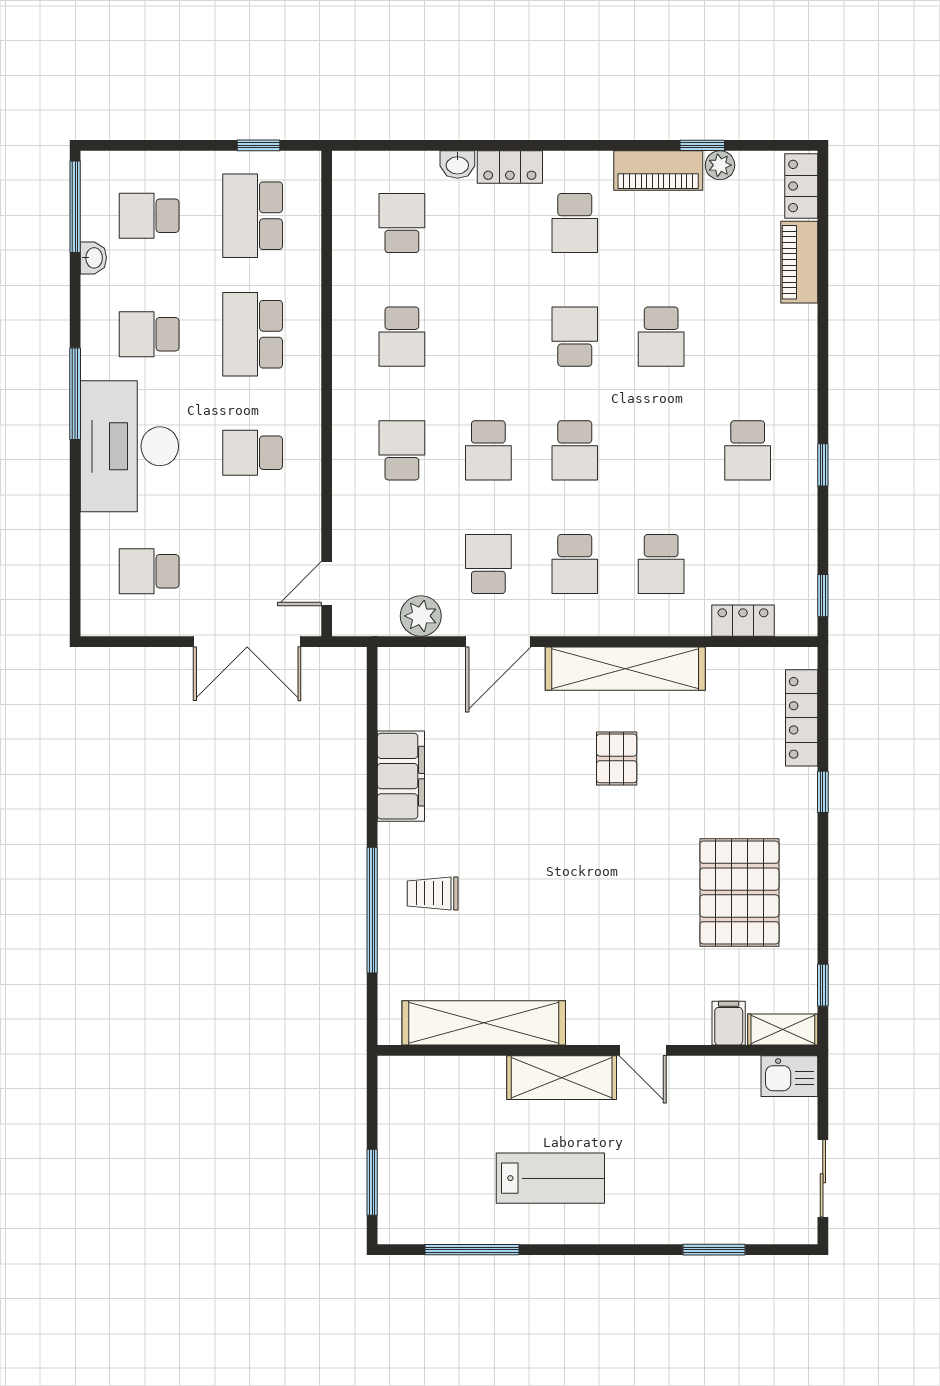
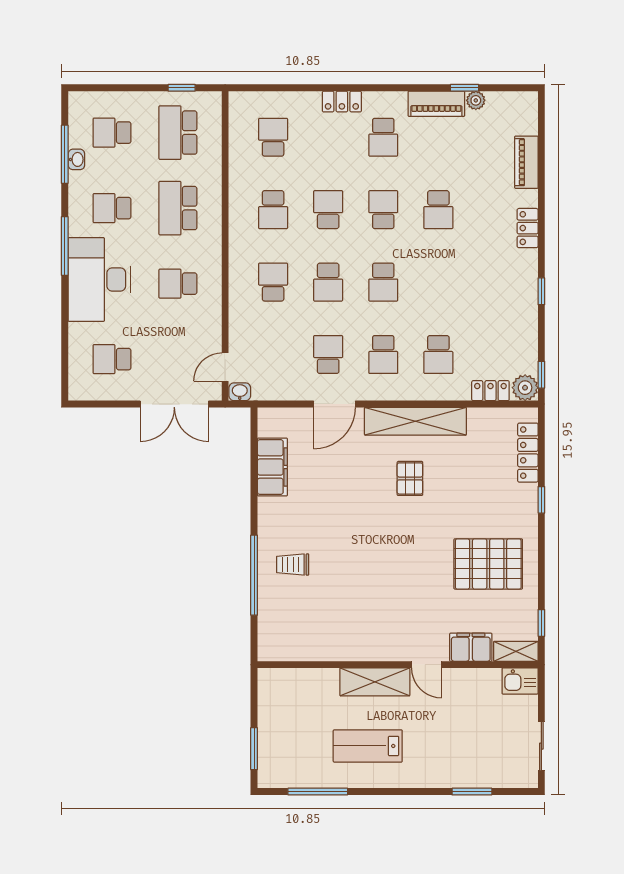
washbasin: (457, 165) -> (240, 392), moved, turned 180
locker: (801, 186) -> (528, 228), moved
window: (75, 207) -> (65, 154), moved
school desk: (748, 450) -> (328, 210), moved, turned 180
plant: (421, 616) -> (525, 388), moved
filing cabinet: (401, 776) -> (272, 467), moved
pallet: (739, 893) -> (488, 564), turned 90
shelving: (484, 1023) -> (325, 647), removed
filing cabinet: (729, 1023) -> (471, 647), width x2.00
lab bench: (550, 1178) -> (368, 746), turned 180

